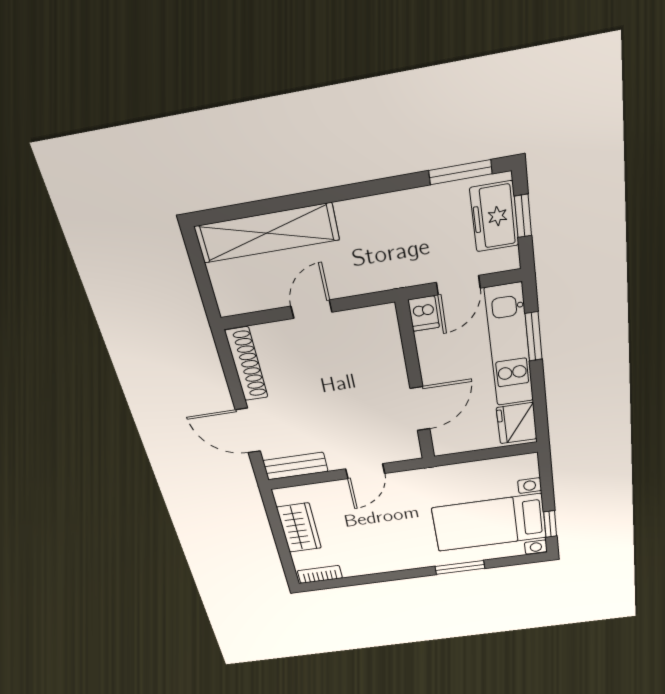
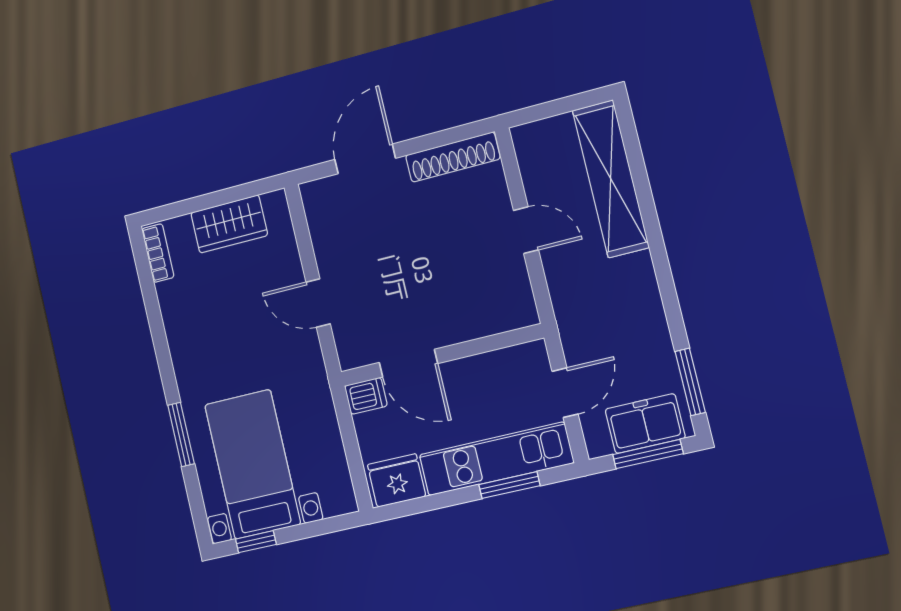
window: (523, 216) -> (648, 454), width x1.50
door: (458, 285) -> (565, 393), swing flipped
dishwasher: (424, 314) -> (366, 396), moved, turned 180
bench: (295, 466) -> (320, 217), removed

